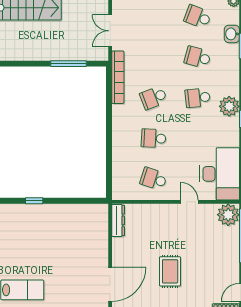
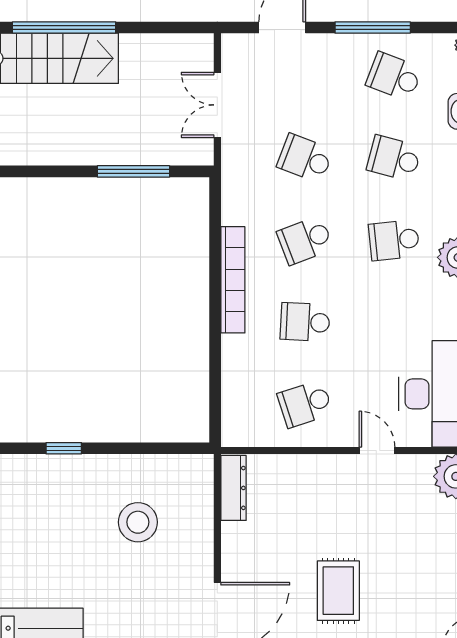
school desk: (154, 57) -> (305, 158), added
bookcase: (118, 77) -> (233, 280), moved
school desk: (154, 179) -> (305, 404), turned -36
stool: (71, 237) -> (138, 522), added

